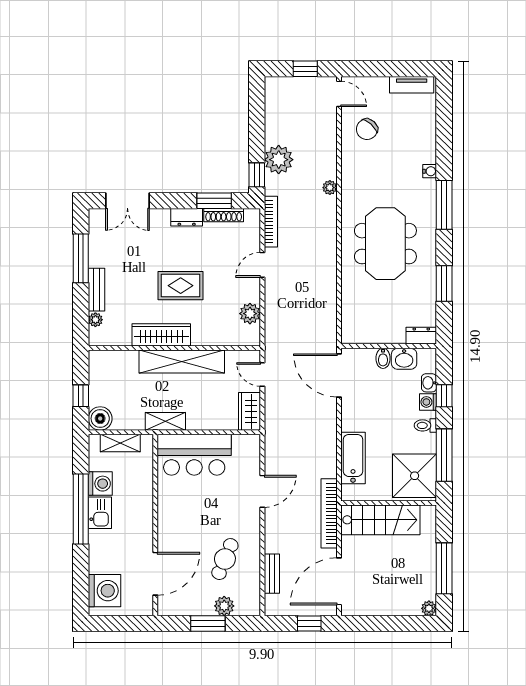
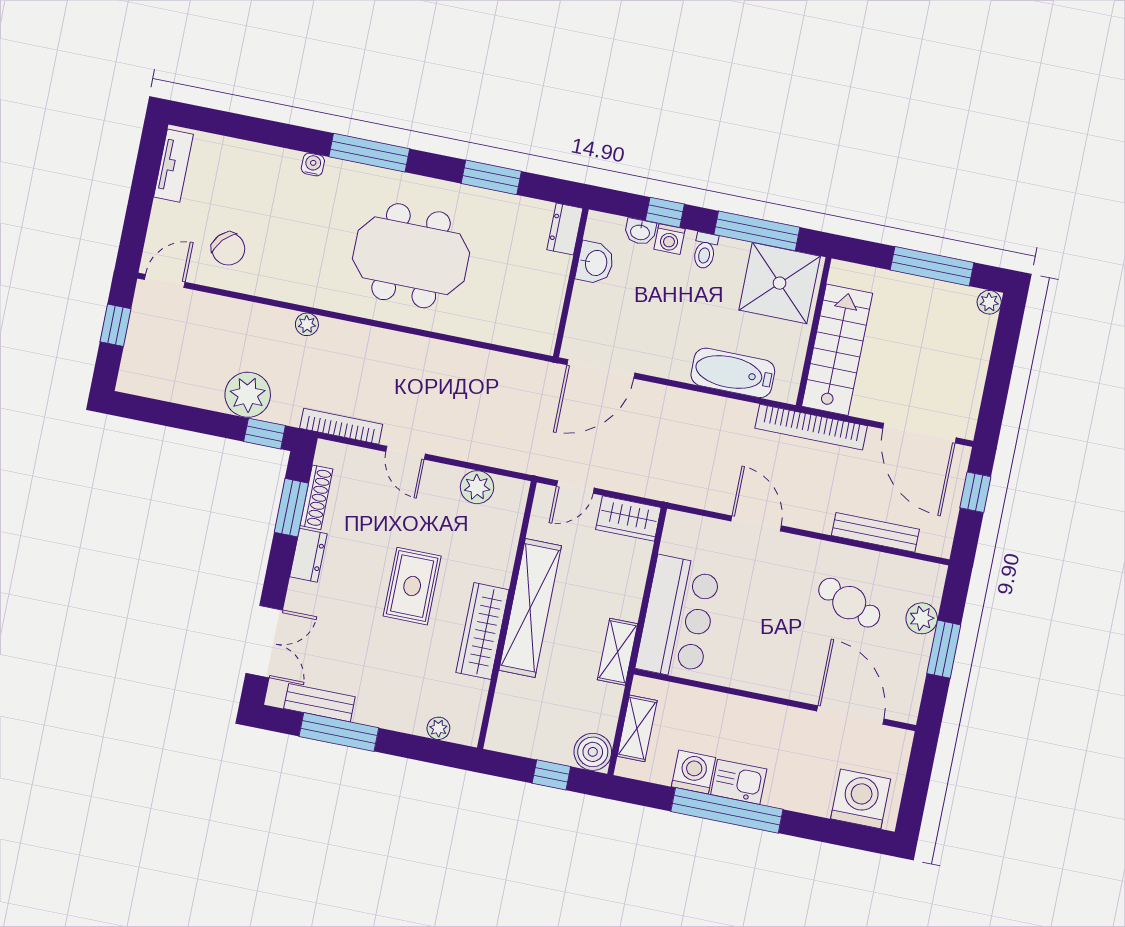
bench: (97, 290) -> (319, 703), moved
bidet: (383, 358) -> (588, 295), removed
bench: (272, 574) -> (875, 532), width x1.36

